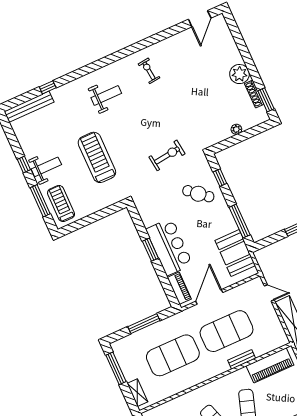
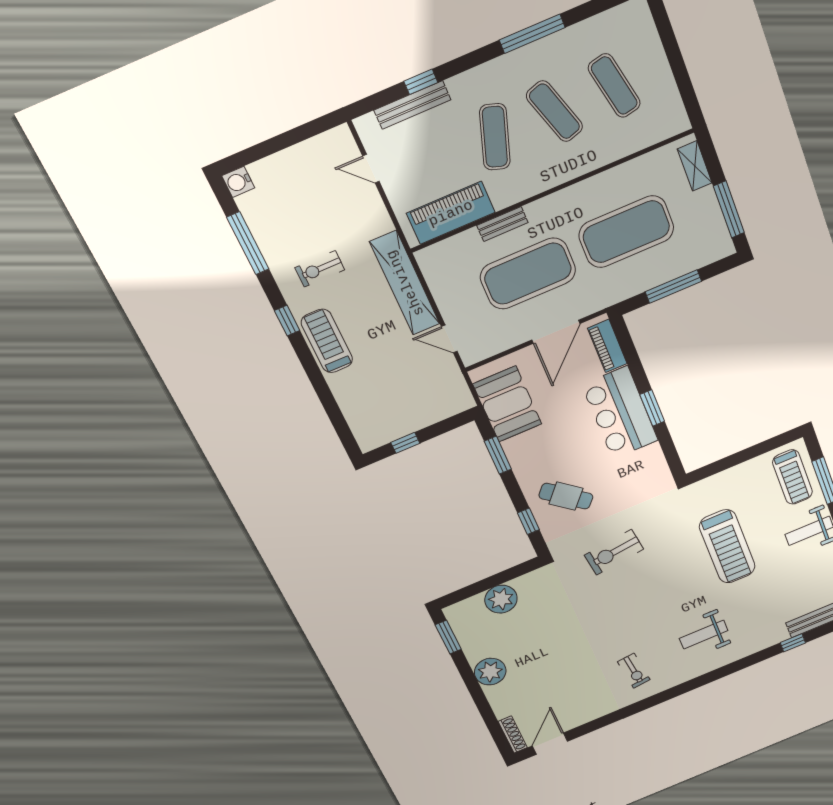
shoe rack: (254, 94) -> (513, 735), moved
plant: (236, 129) -> (501, 599), width x1.88, depth x1.88
window: (240, 221) -> (498, 455), width x0.69

